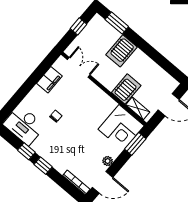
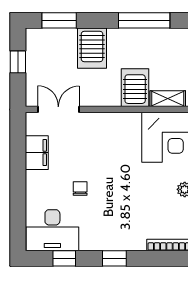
window: (159, 59) -> (144, 20), added
window: (26, 151) -> (64, 258), moved

